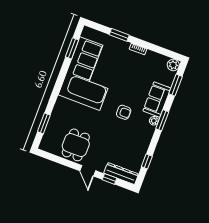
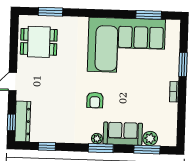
plant: (173, 65) -> (150, 138), moved
dining table: (76, 145) -> (39, 42), moved
window: (109, 179) -> (11, 122), moved

